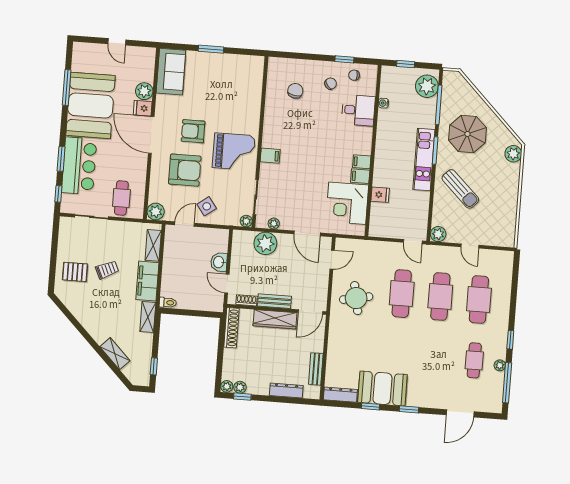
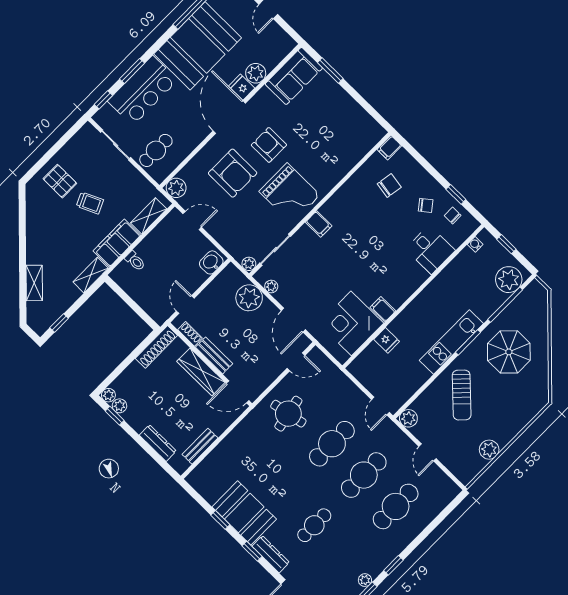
window: (211, 49) -> (330, 70), moved
water cooler: (383, 103) -> (475, 244), moved
plant: (513, 154) -> (489, 450), moved
filing cabinet: (362, 162) -> (389, 148), moved, turned -90
side table: (207, 206) -> (225, 221), removed
washbasin: (219, 262) -> (211, 262), moved
toilet: (168, 303) -> (135, 261), moved
cafe table: (474, 360) -> (314, 525), moved
dresser: (340, 395) -> (271, 554), moved

